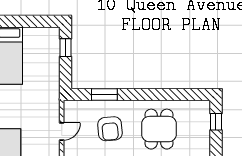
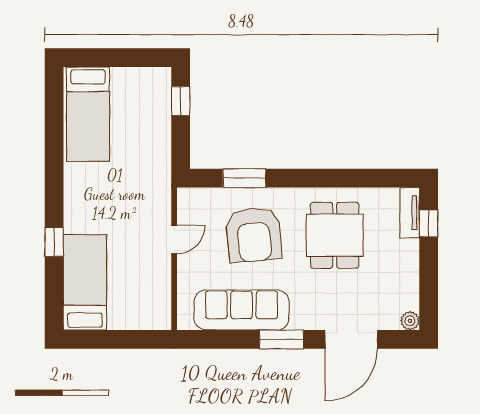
tv unit: (204, 115) -> (410, 213), added
armchair: (110, 129) -> (254, 235), width x1.36, depth x1.36

